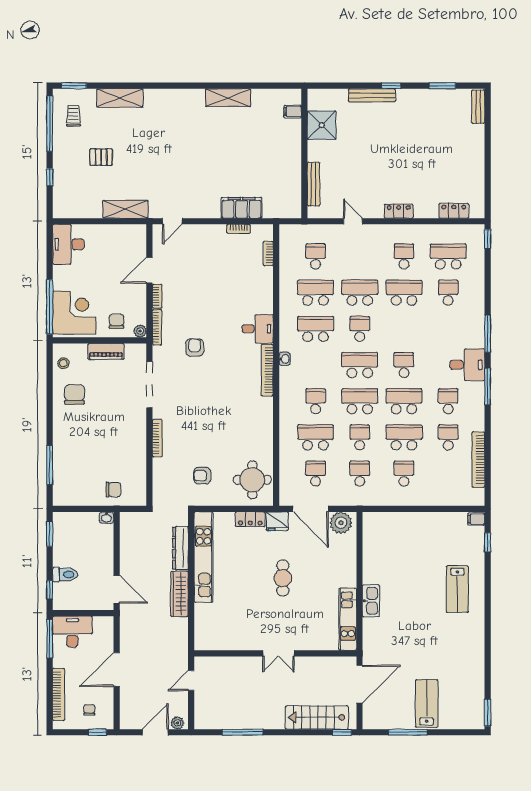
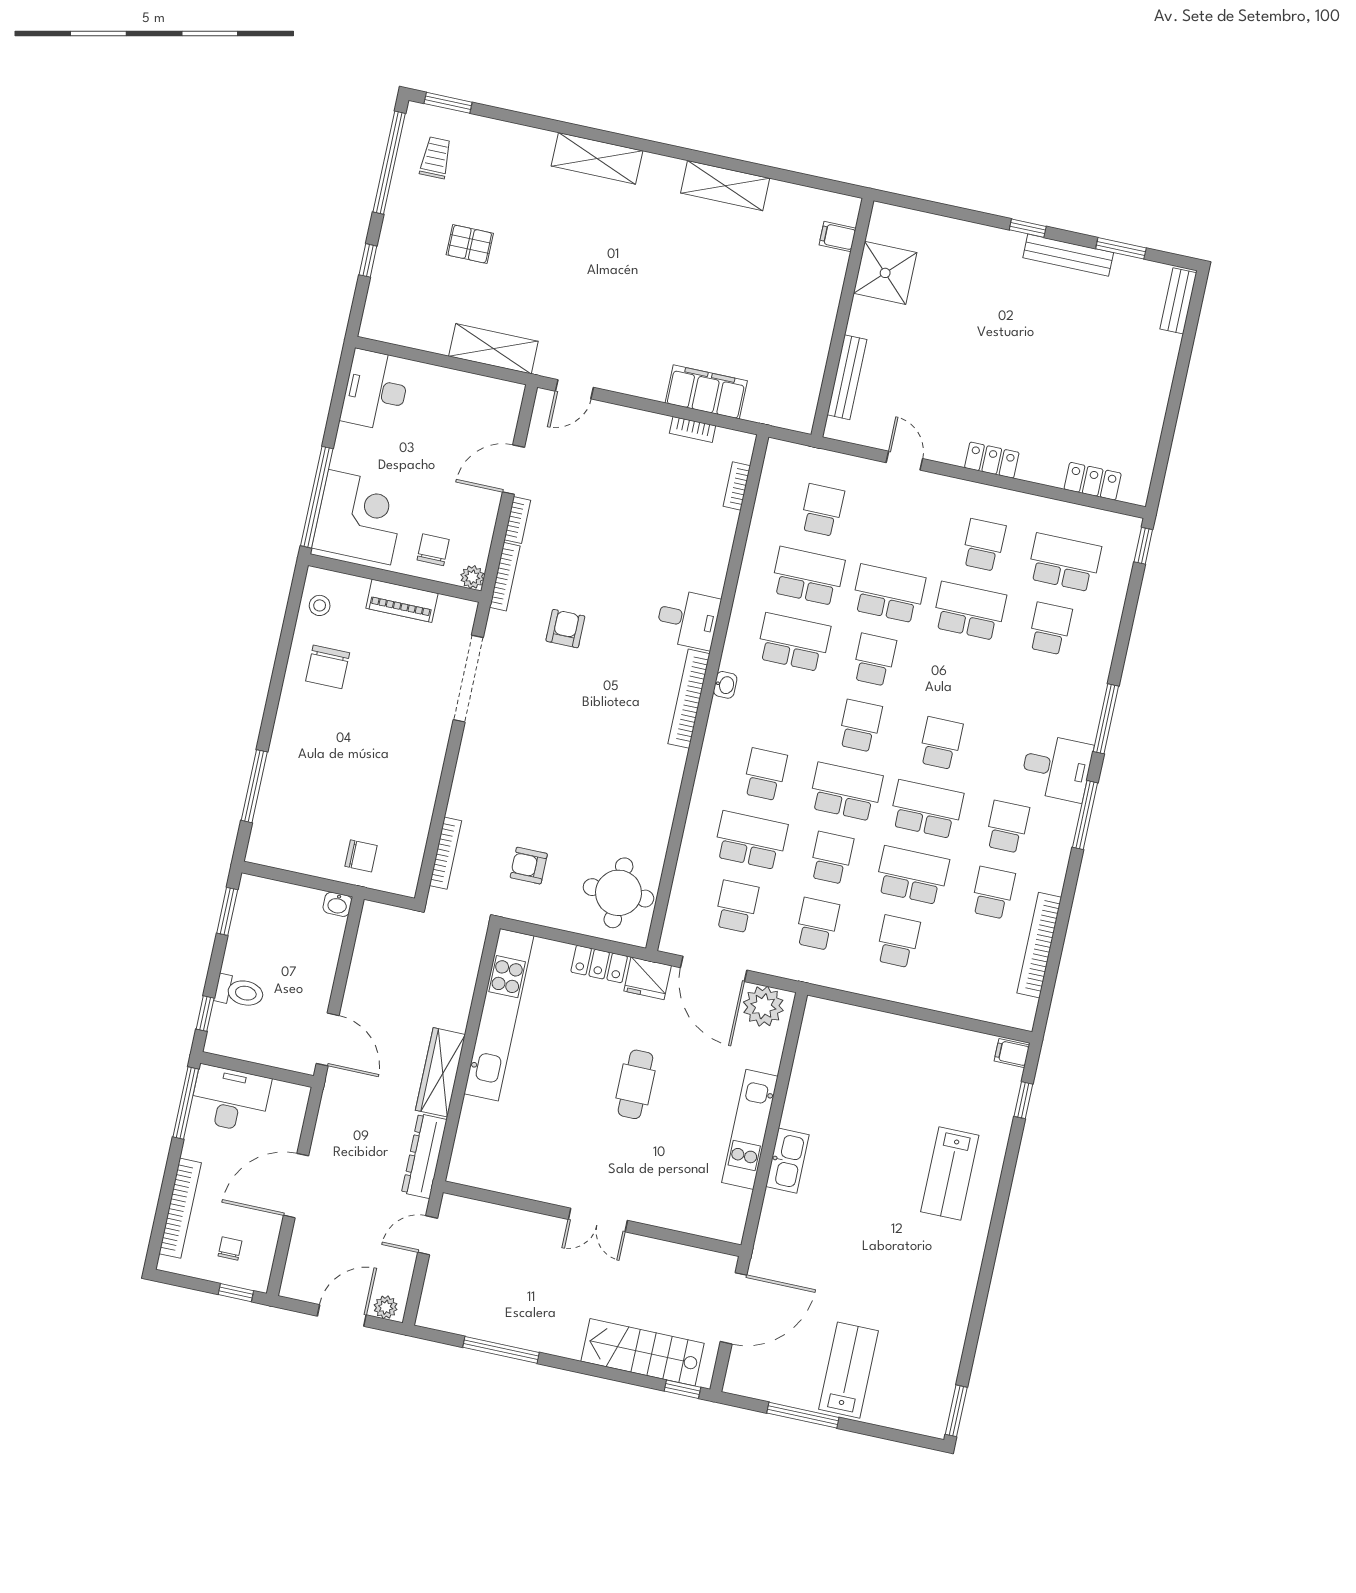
bench: (372, 95) -> (1068, 255), moved
shelving: (120, 98) -> (597, 158), moved
school desk: (360, 365) -> (860, 726), width x0.54
chair: (75, 394) -> (328, 667), turned 180
bookcase: (157, 438) -> (445, 853), moved
dresser: (180, 548) -> (424, 1156), moved
kitchen unit: (348, 619) -> (750, 1129), moved

